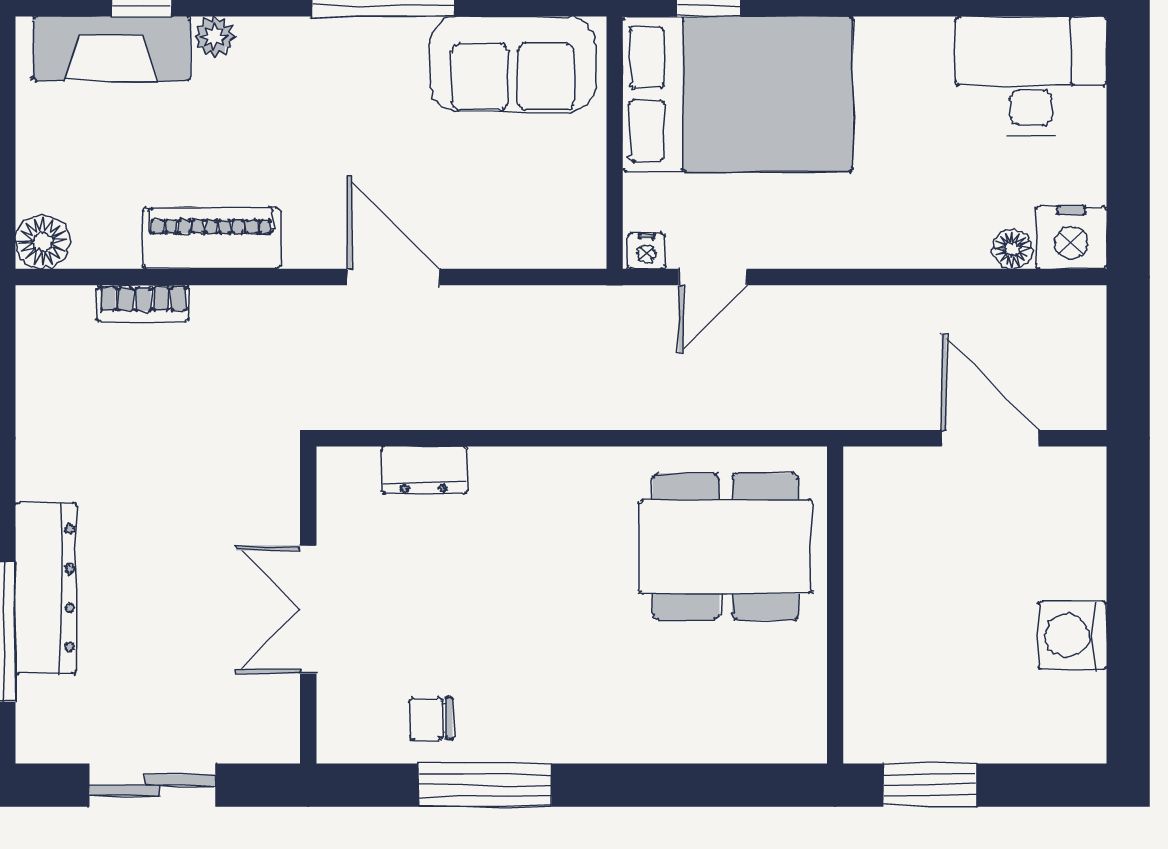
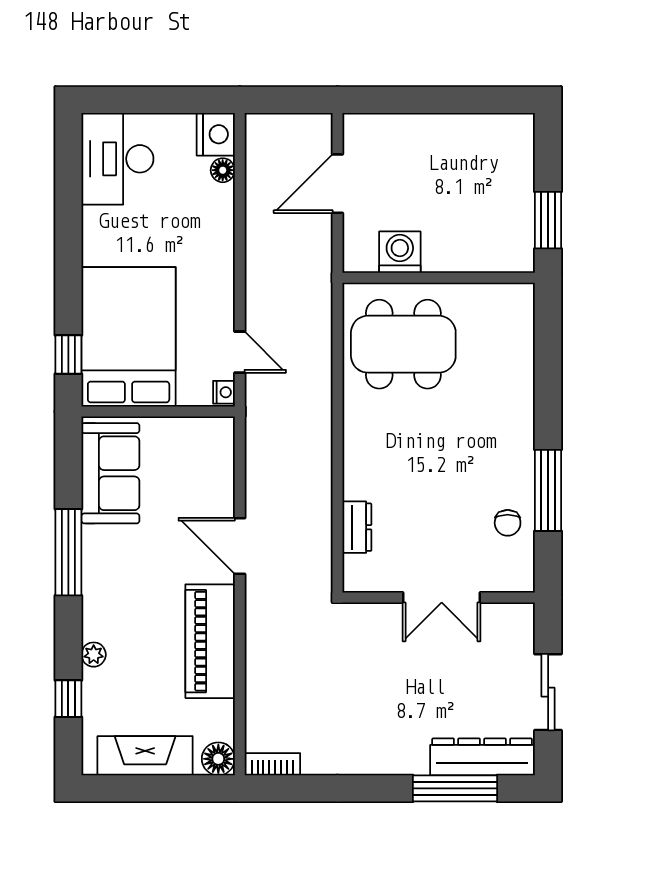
fireplace: (111, 49) -> (145, 756), moved, turned -90
piano: (211, 238) -> (210, 641), width x1.37, depth x1.33
door: (393, 277) -> (240, 546), hinge flipped
bookcase: (143, 303) -> (272, 764), moved, turned -90
dining table: (726, 547) -> (403, 344), turned 90
dresser: (46, 588) -> (482, 757), moved
washing machine: (1072, 635) -> (400, 252), moved, turned 180

